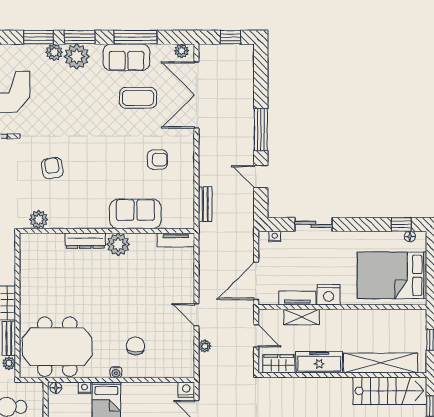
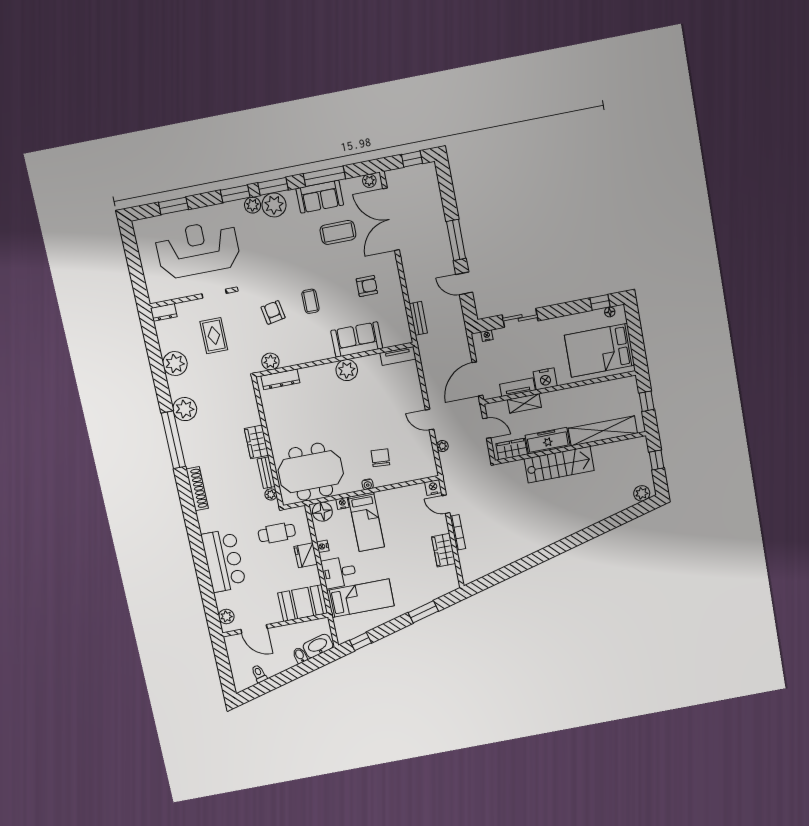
coffee table: (94, 164) -> (310, 301), added
dresser: (85, 241) -> (280, 379), moved
floor lamp: (56, 388) -> (322, 512), width x1.89, depth x1.89
stairs: (390, 391) -> (559, 465), moved

